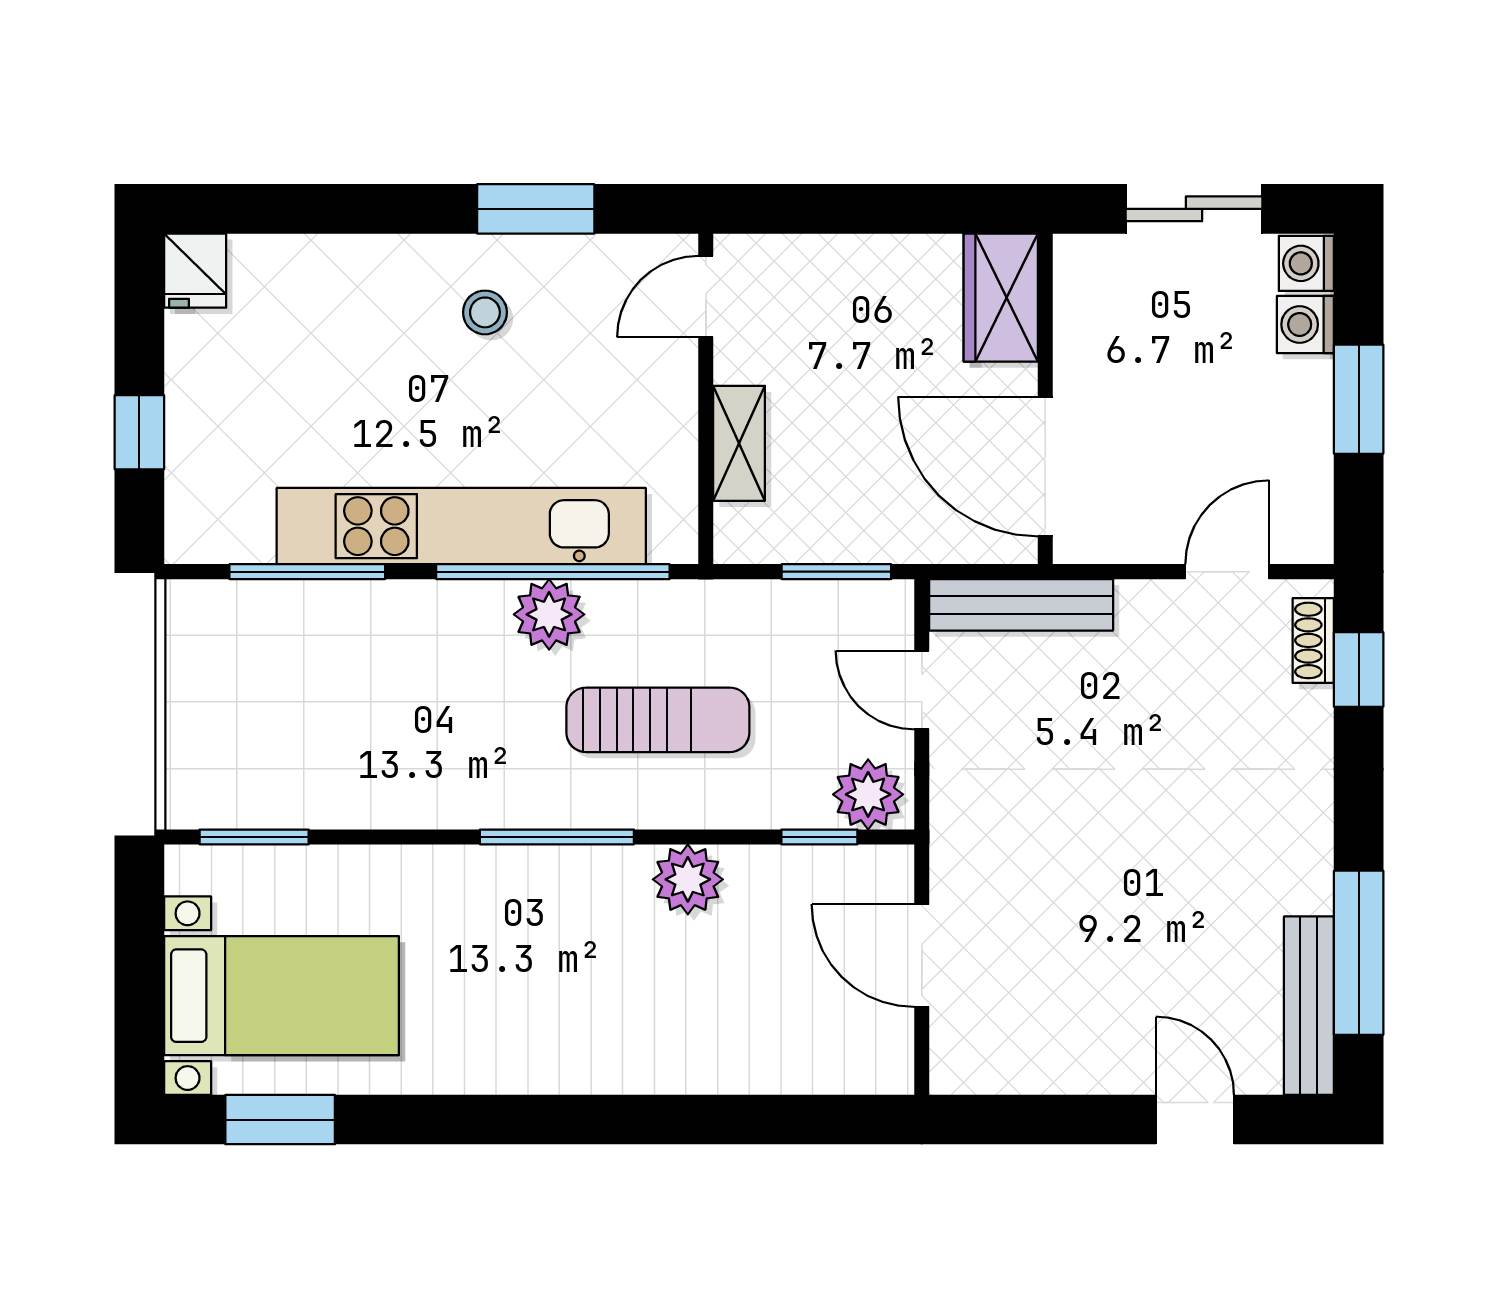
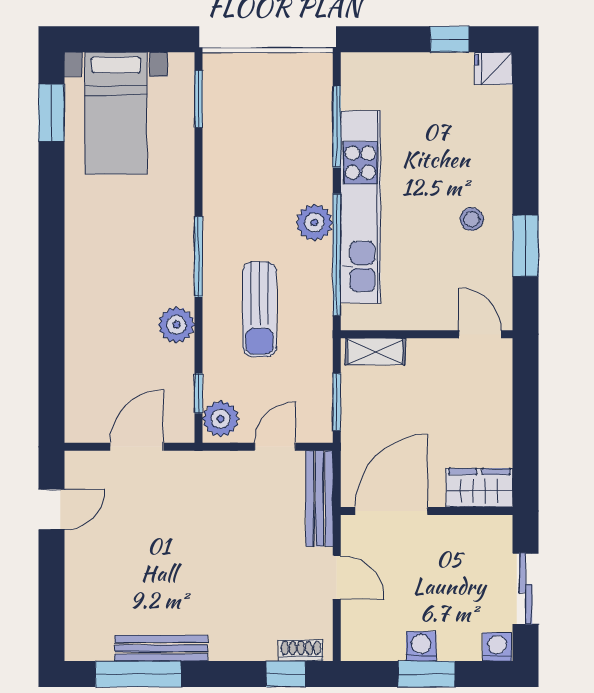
washing machine: (1305, 324) -> (421, 646), moved
window: (139, 432) -> (450, 39), moved
shelving: (739, 443) -> (375, 352), moved
door: (1227, 572) -> (337, 577), moved
plant: (549, 614) -> (314, 223), moved
bench: (1309, 1006) -> (161, 648), moved
door: (1195, 1120) -> (51, 510), moved

